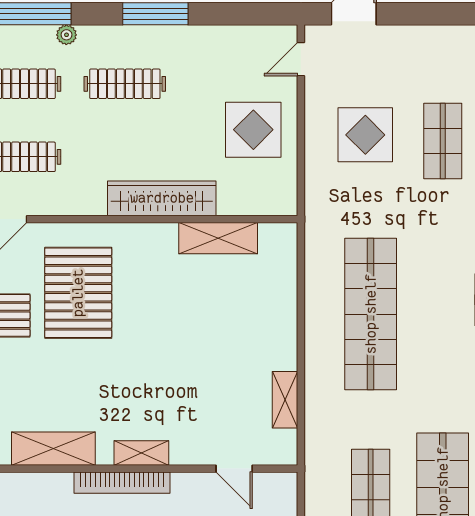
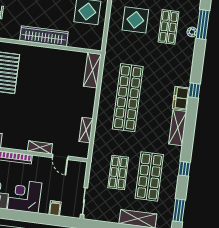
shelving: (218, 238) -> (92, 70), moved, turned 90
shelving: (141, 453) -> (40, 147), moved

